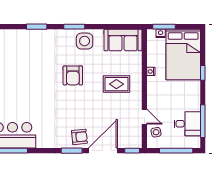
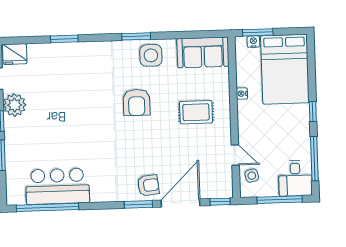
window: (37, 27) -> (64, 39), moved
window: (203, 73) -> (313, 112), moved
desk: (187, 124) -> (295, 178), moved, turned 90

